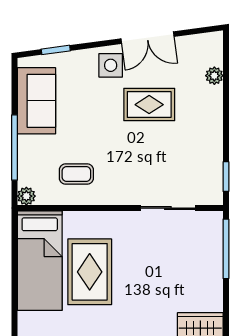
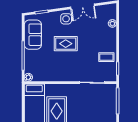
rug: (149, 105) -> (66, 44), moved
coffee table: (76, 174) -> (106, 57), moved

